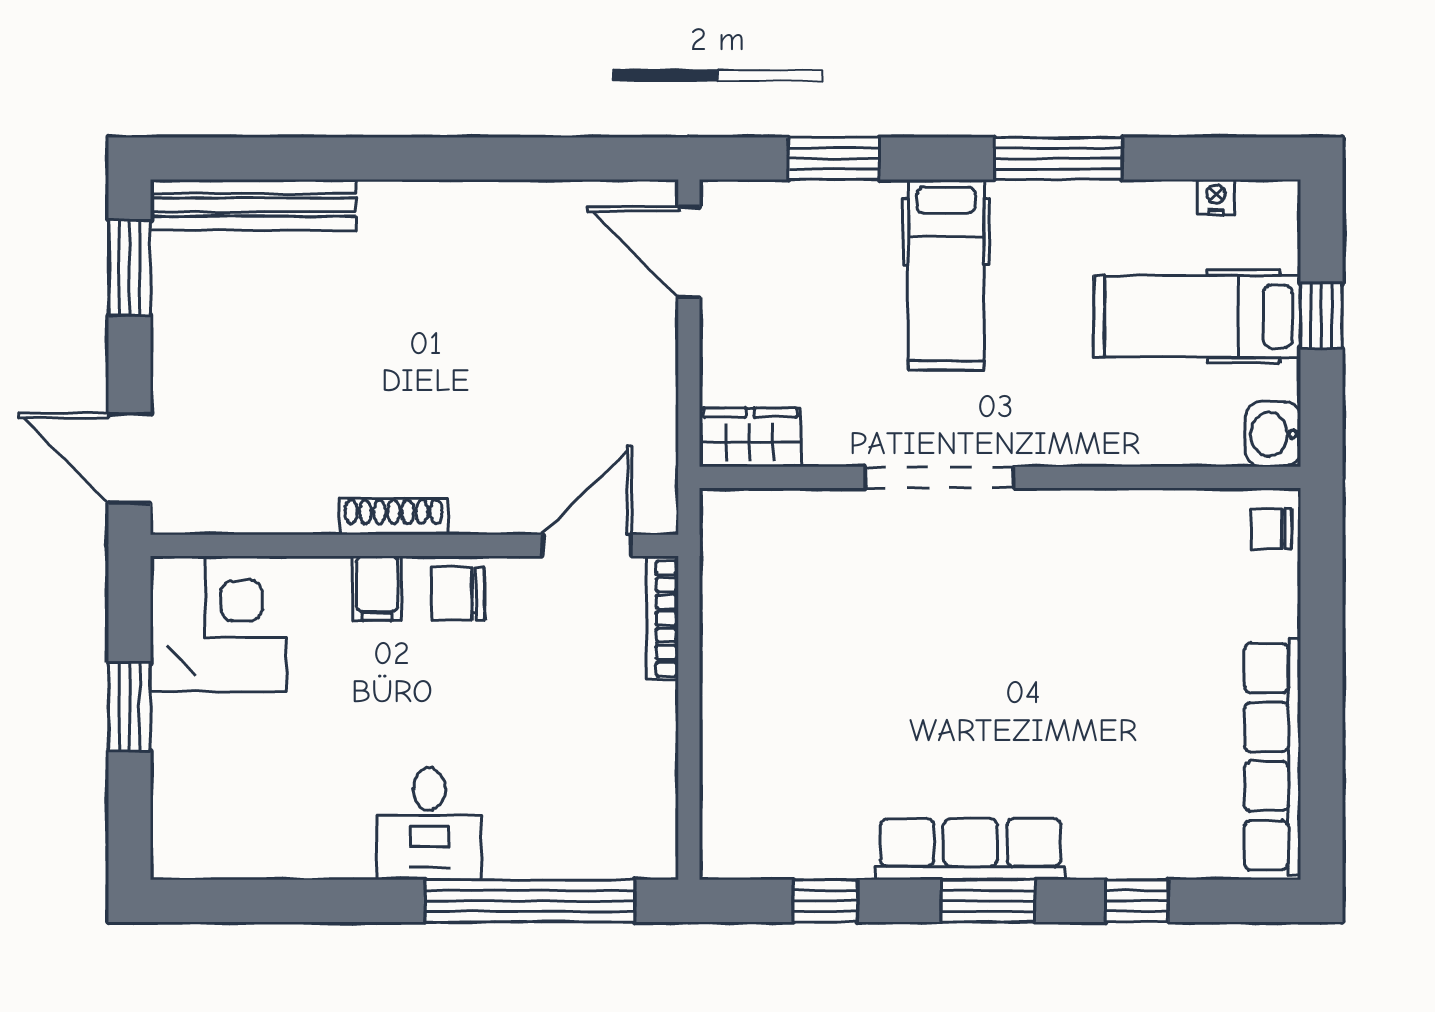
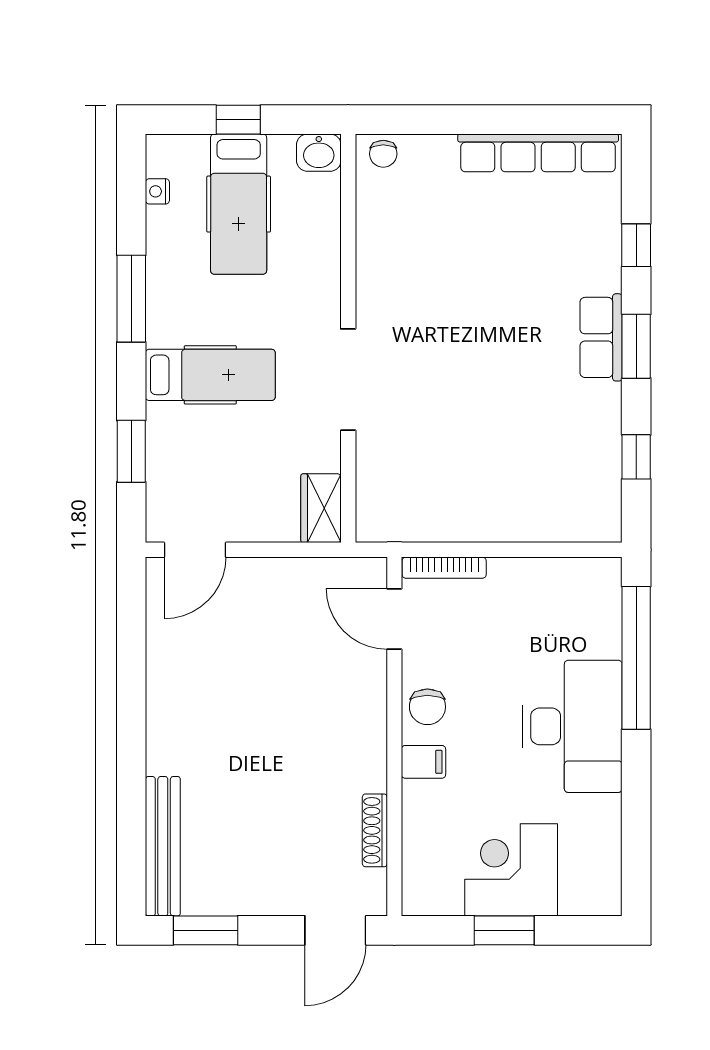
shoe rack: (394, 517) -> (375, 830), moved
corner desk: (218, 624) -> (511, 870), moved
desk: (429, 824) -> (572, 726), width x1.87, depth x1.30
row of seats: (970, 849) -> (601, 337), width x0.68

